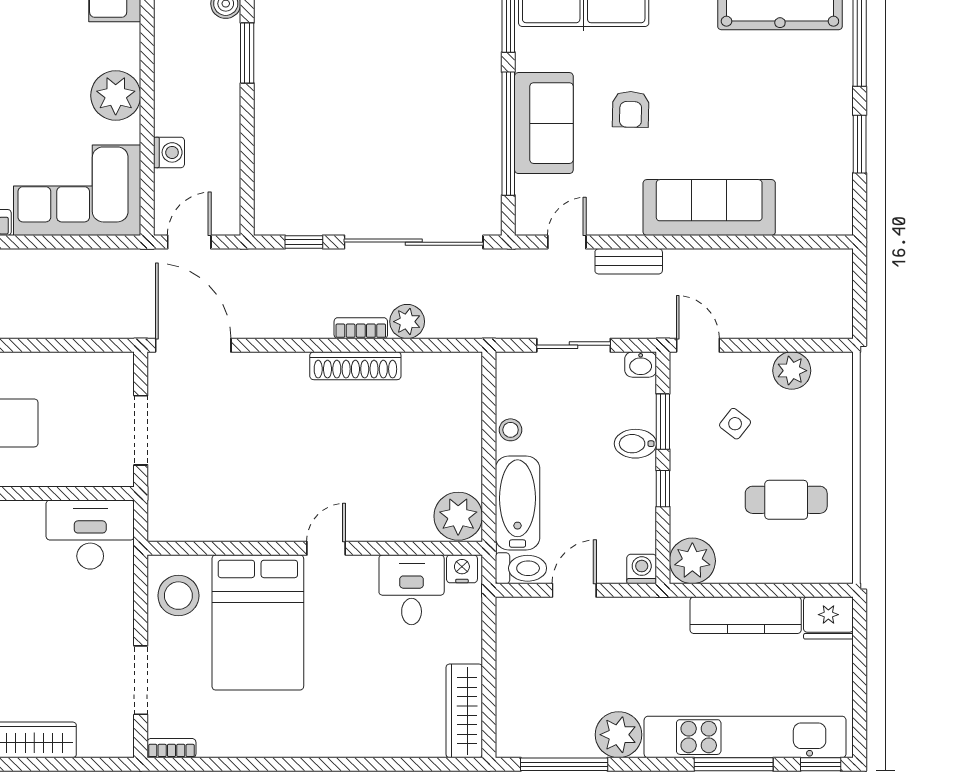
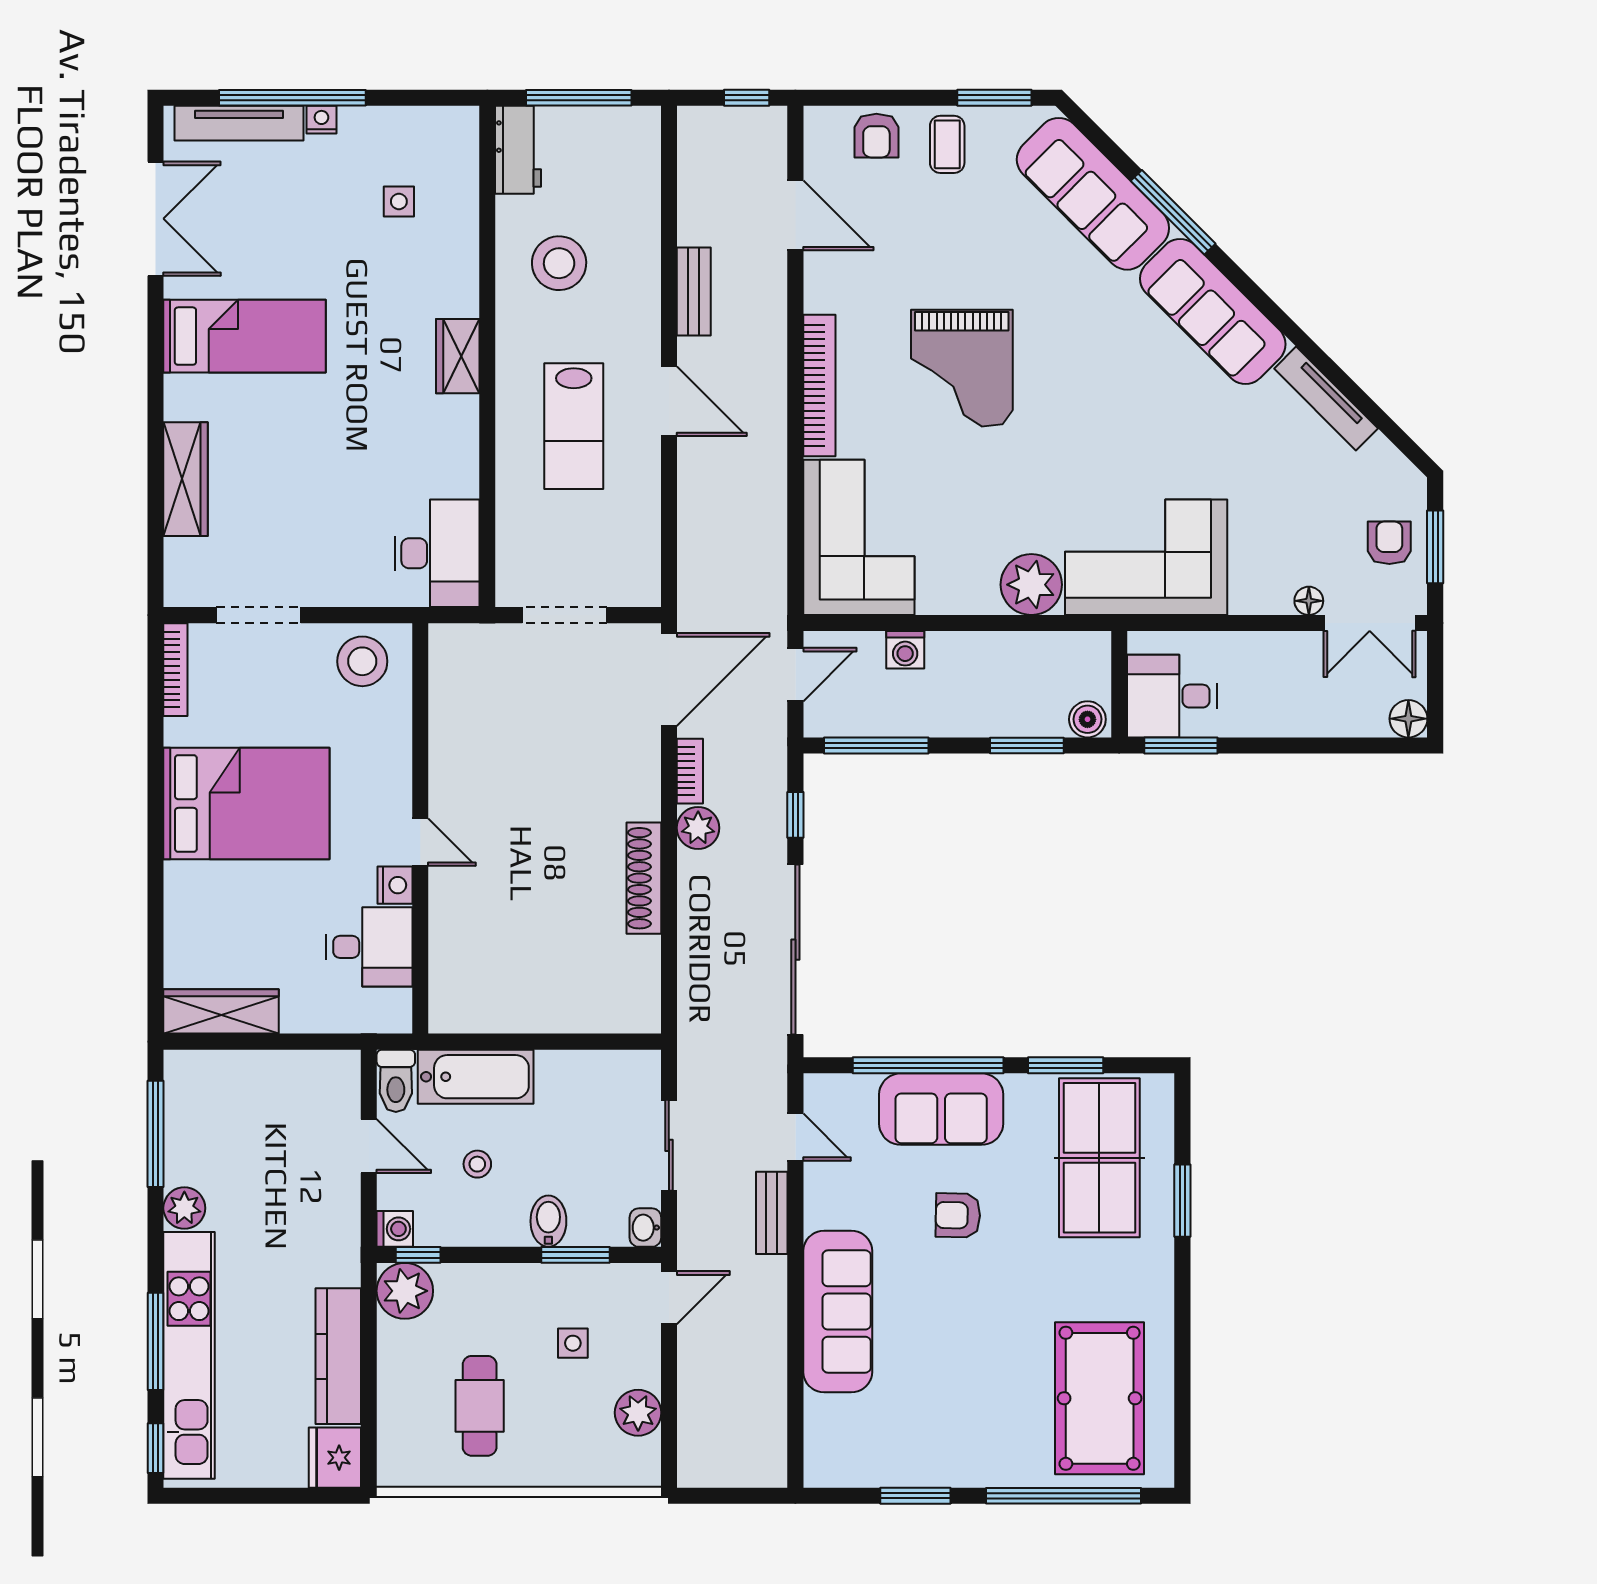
plant: (116, 96) -> (1031, 585), moved
window: (247, 176) -> (876, 745), added
door: (189, 242) -> (795, 675), hinge flipped
plant: (407, 322) -> (698, 828), moved
bookcase: (361, 328) -> (690, 771), moved
side table: (735, 424) -> (573, 1343), turned -38
stool: (511, 430) -> (477, 1164), moved
window: (663, 489) -> (418, 1255), moved
plant: (458, 516) -> (459, 1004), removed
nightstand: (462, 569) -> (395, 885), moved
bed: (258, 622) -> (246, 804), moved, turned 180
plant: (619, 735) -> (184, 1208), width x0.73, depth x0.73
bookcase: (171, 748) -> (175, 670), width x1.56

